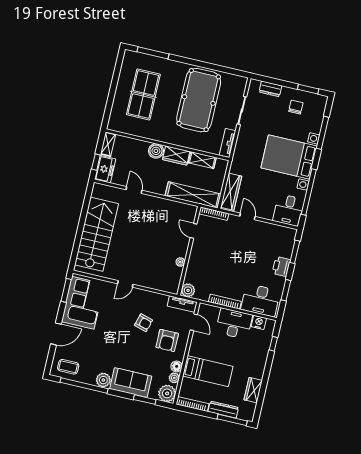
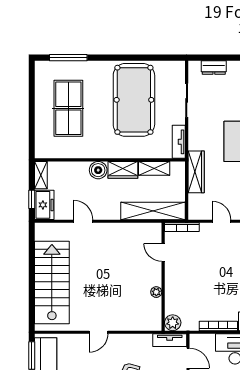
wardrobe: (231, 192) -> (196, 172), moved

